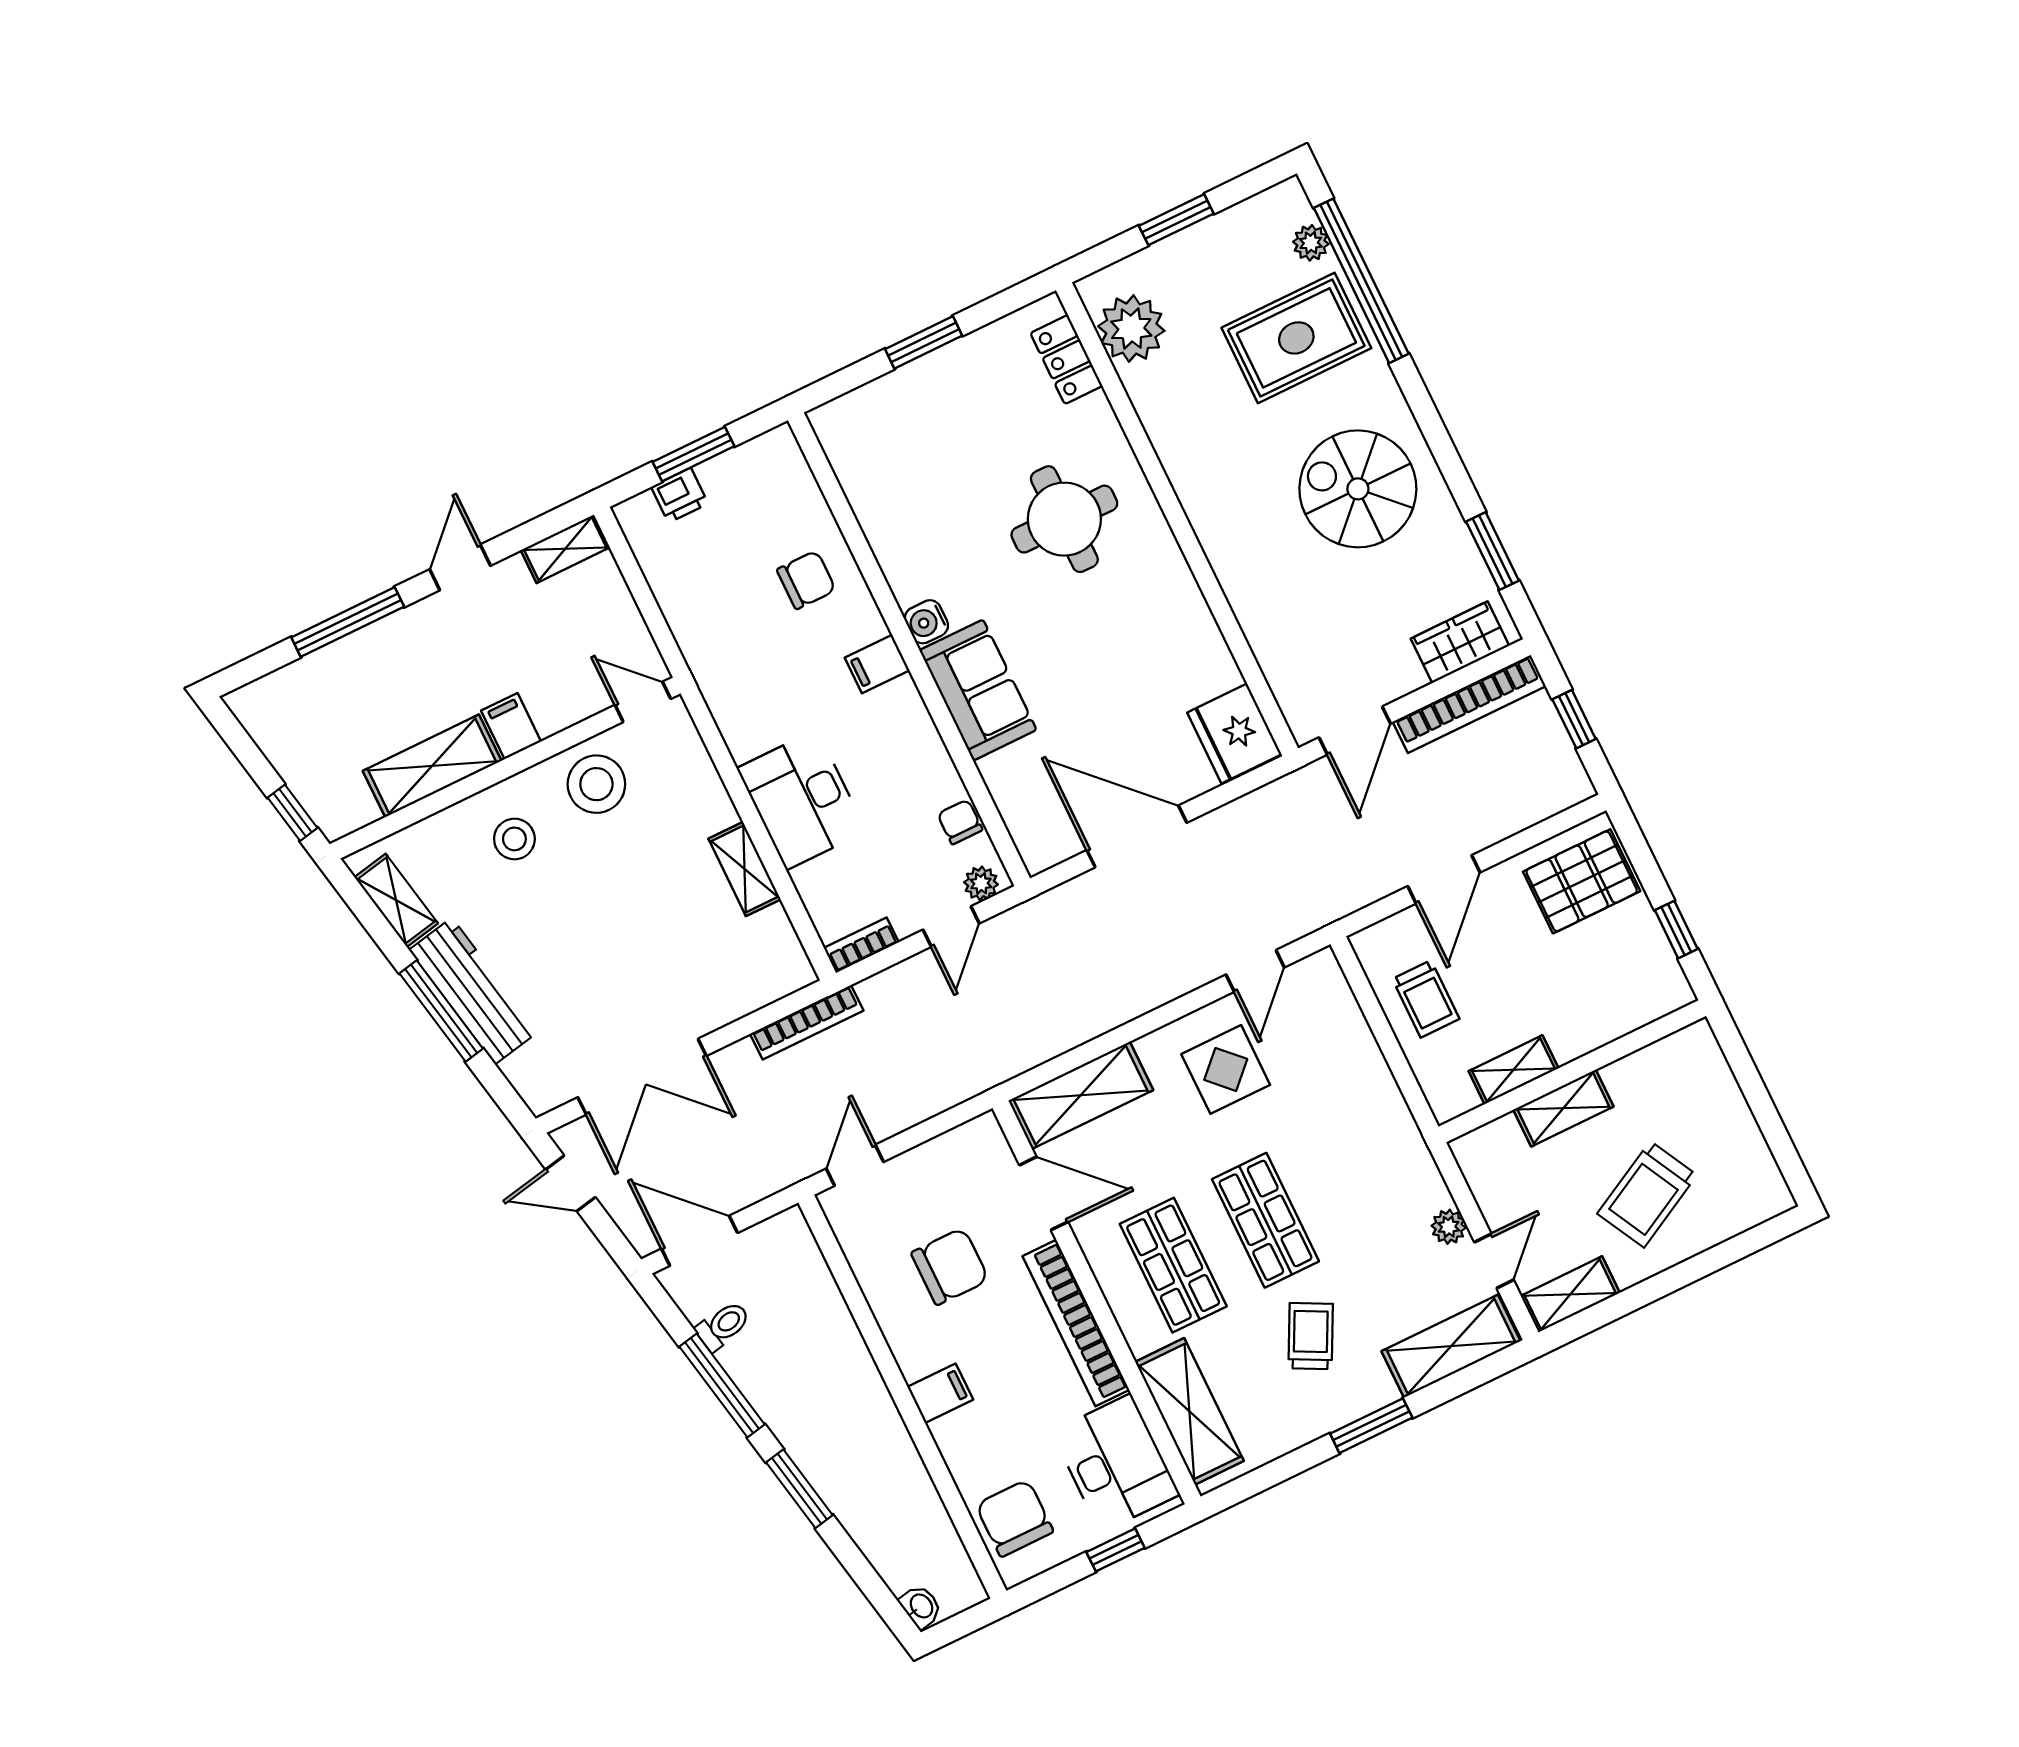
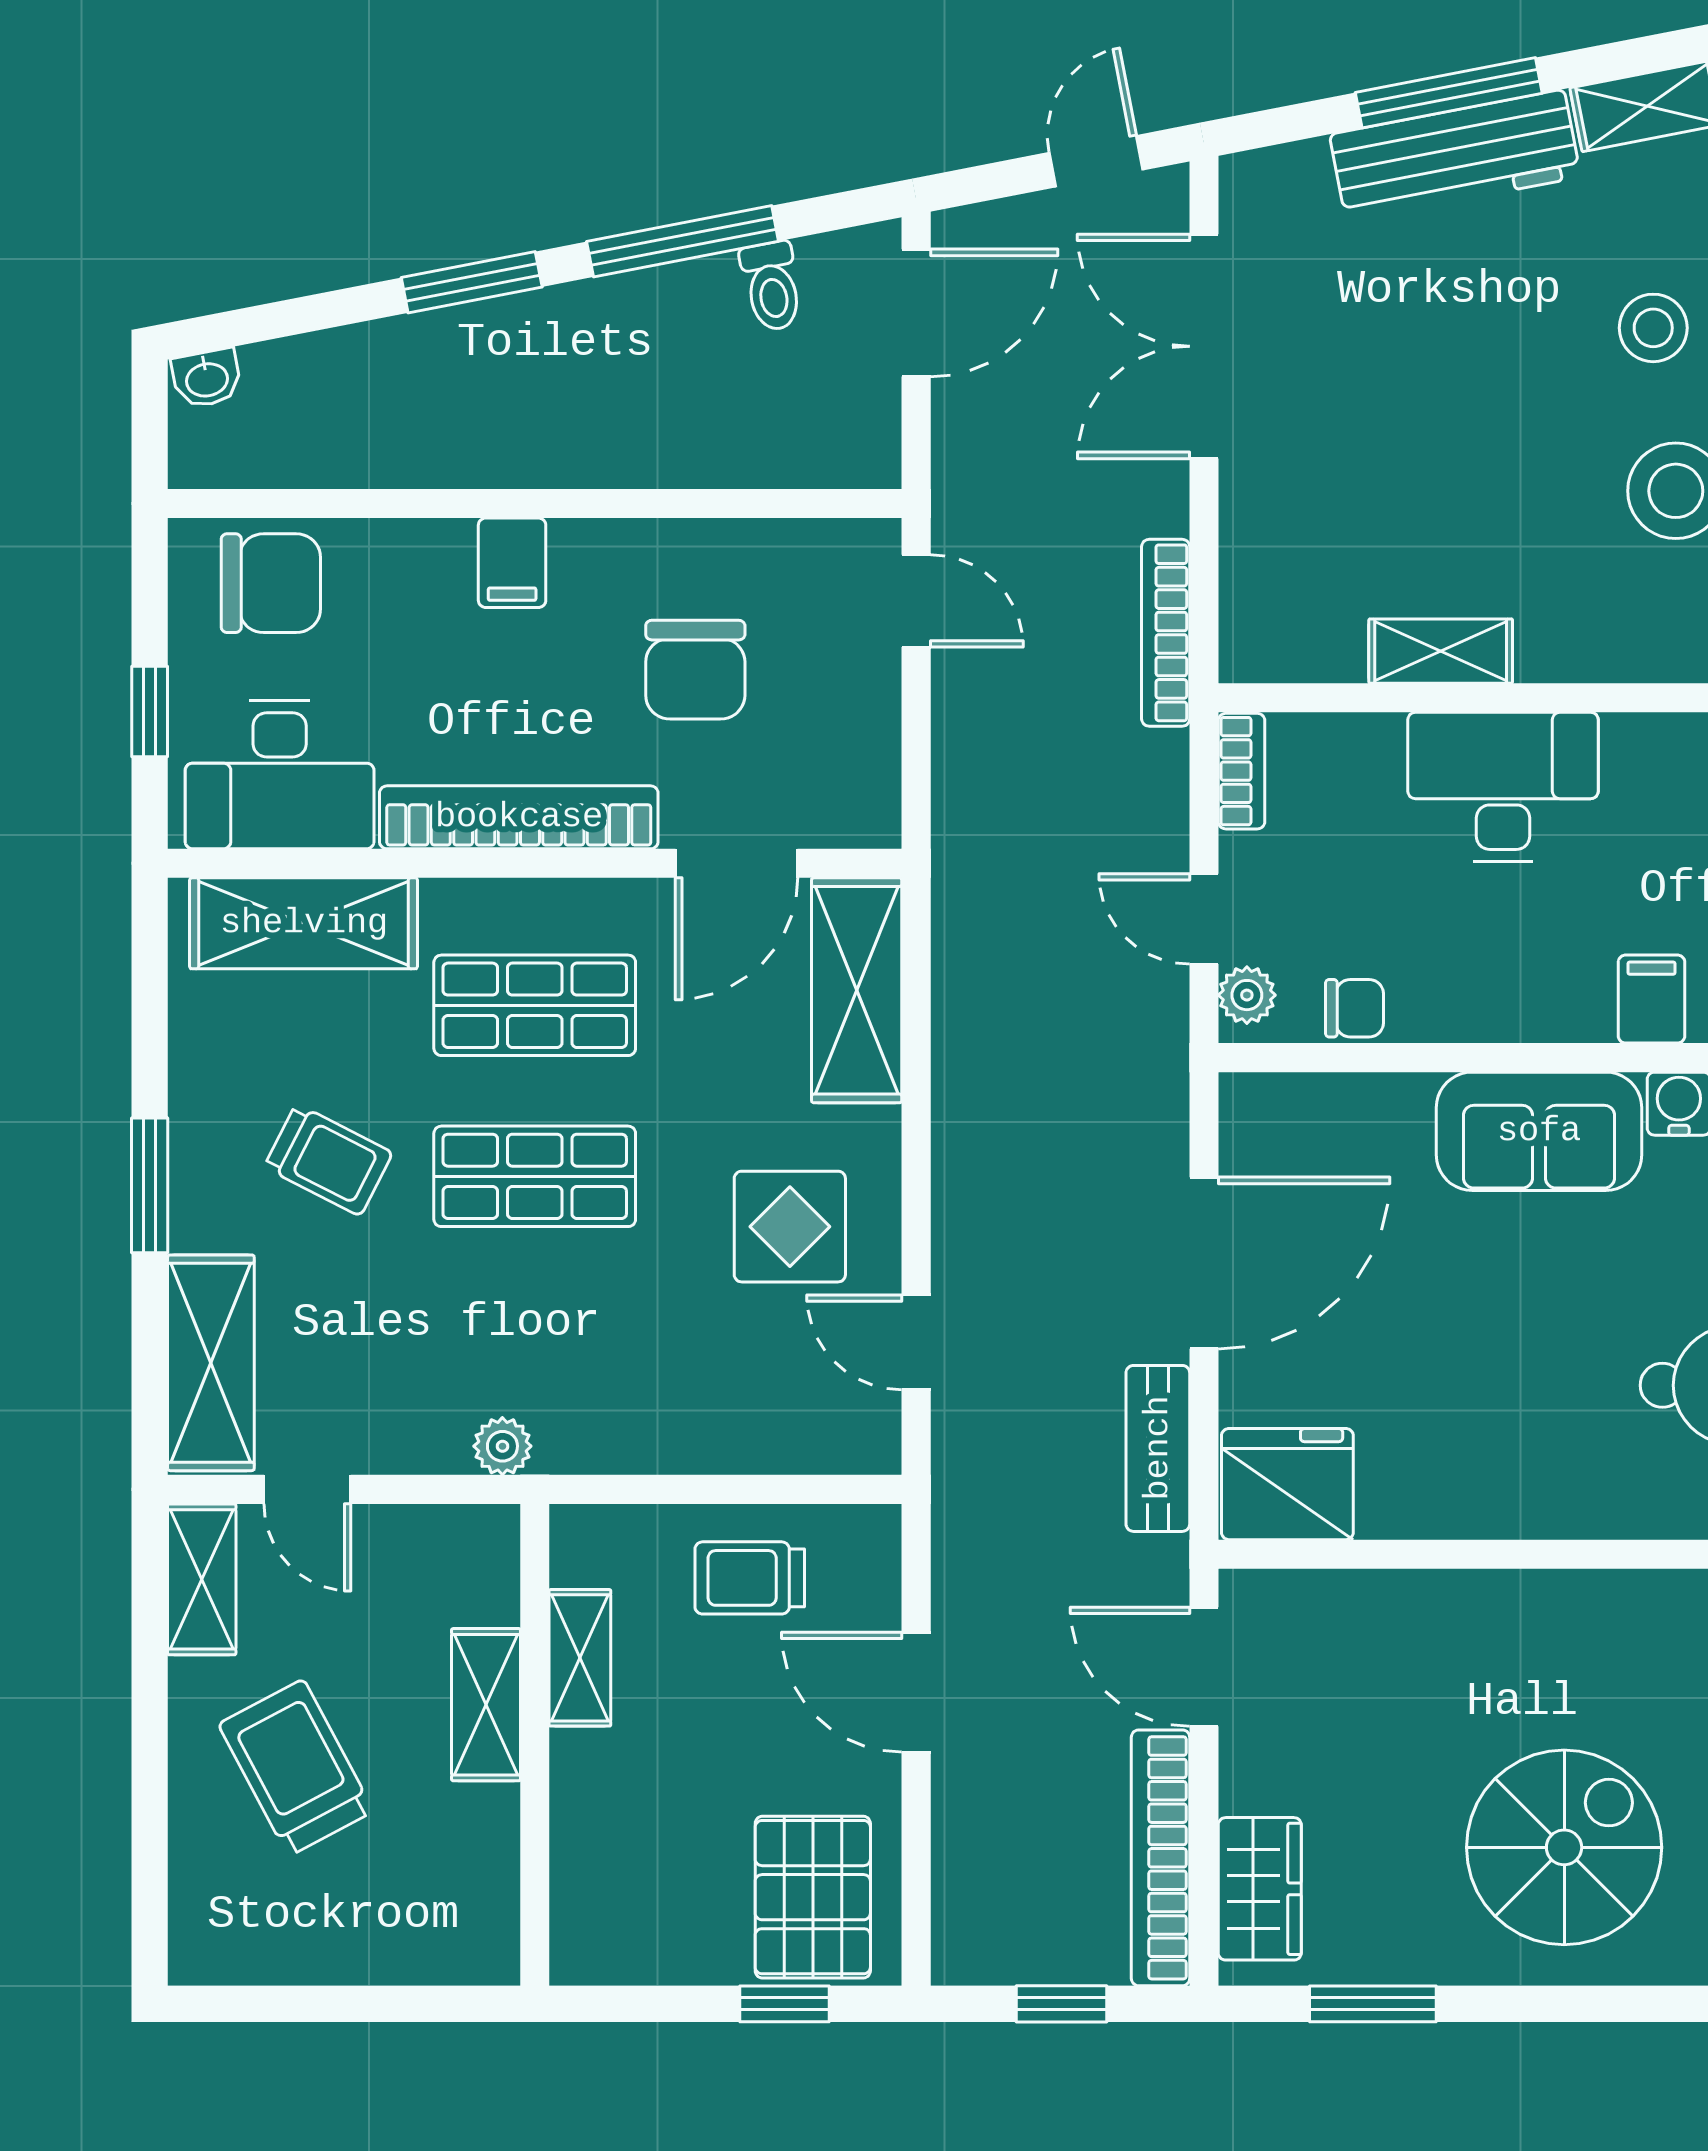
bench: (1249, 813) -> (1158, 1448), added
window: (1676, 930) -> (784, 2004), moved
plant: (1449, 1227) -> (502, 1446), moved

